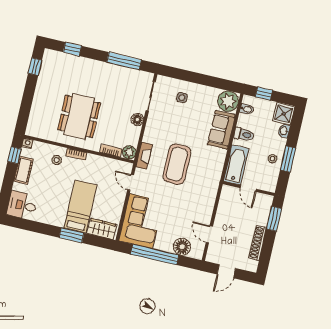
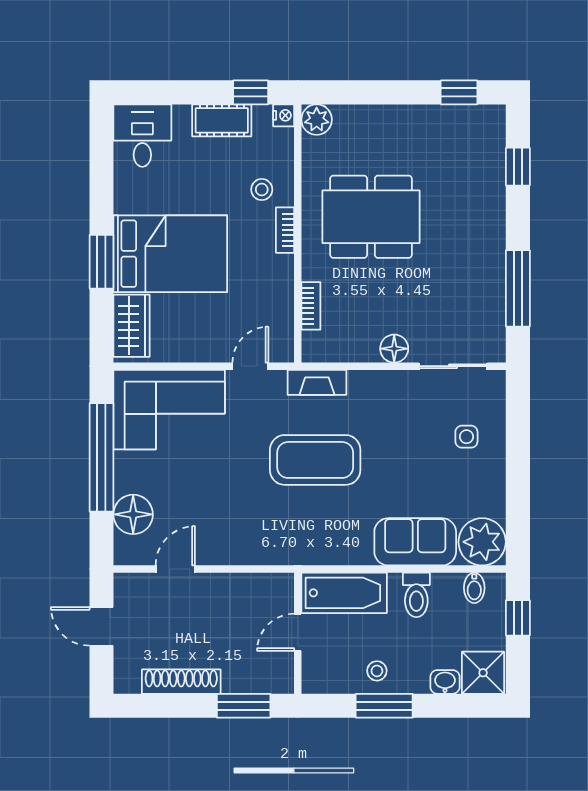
plant: (129, 152) -> (317, 120), moved
bed: (80, 206) -> (170, 254), width x1.50

